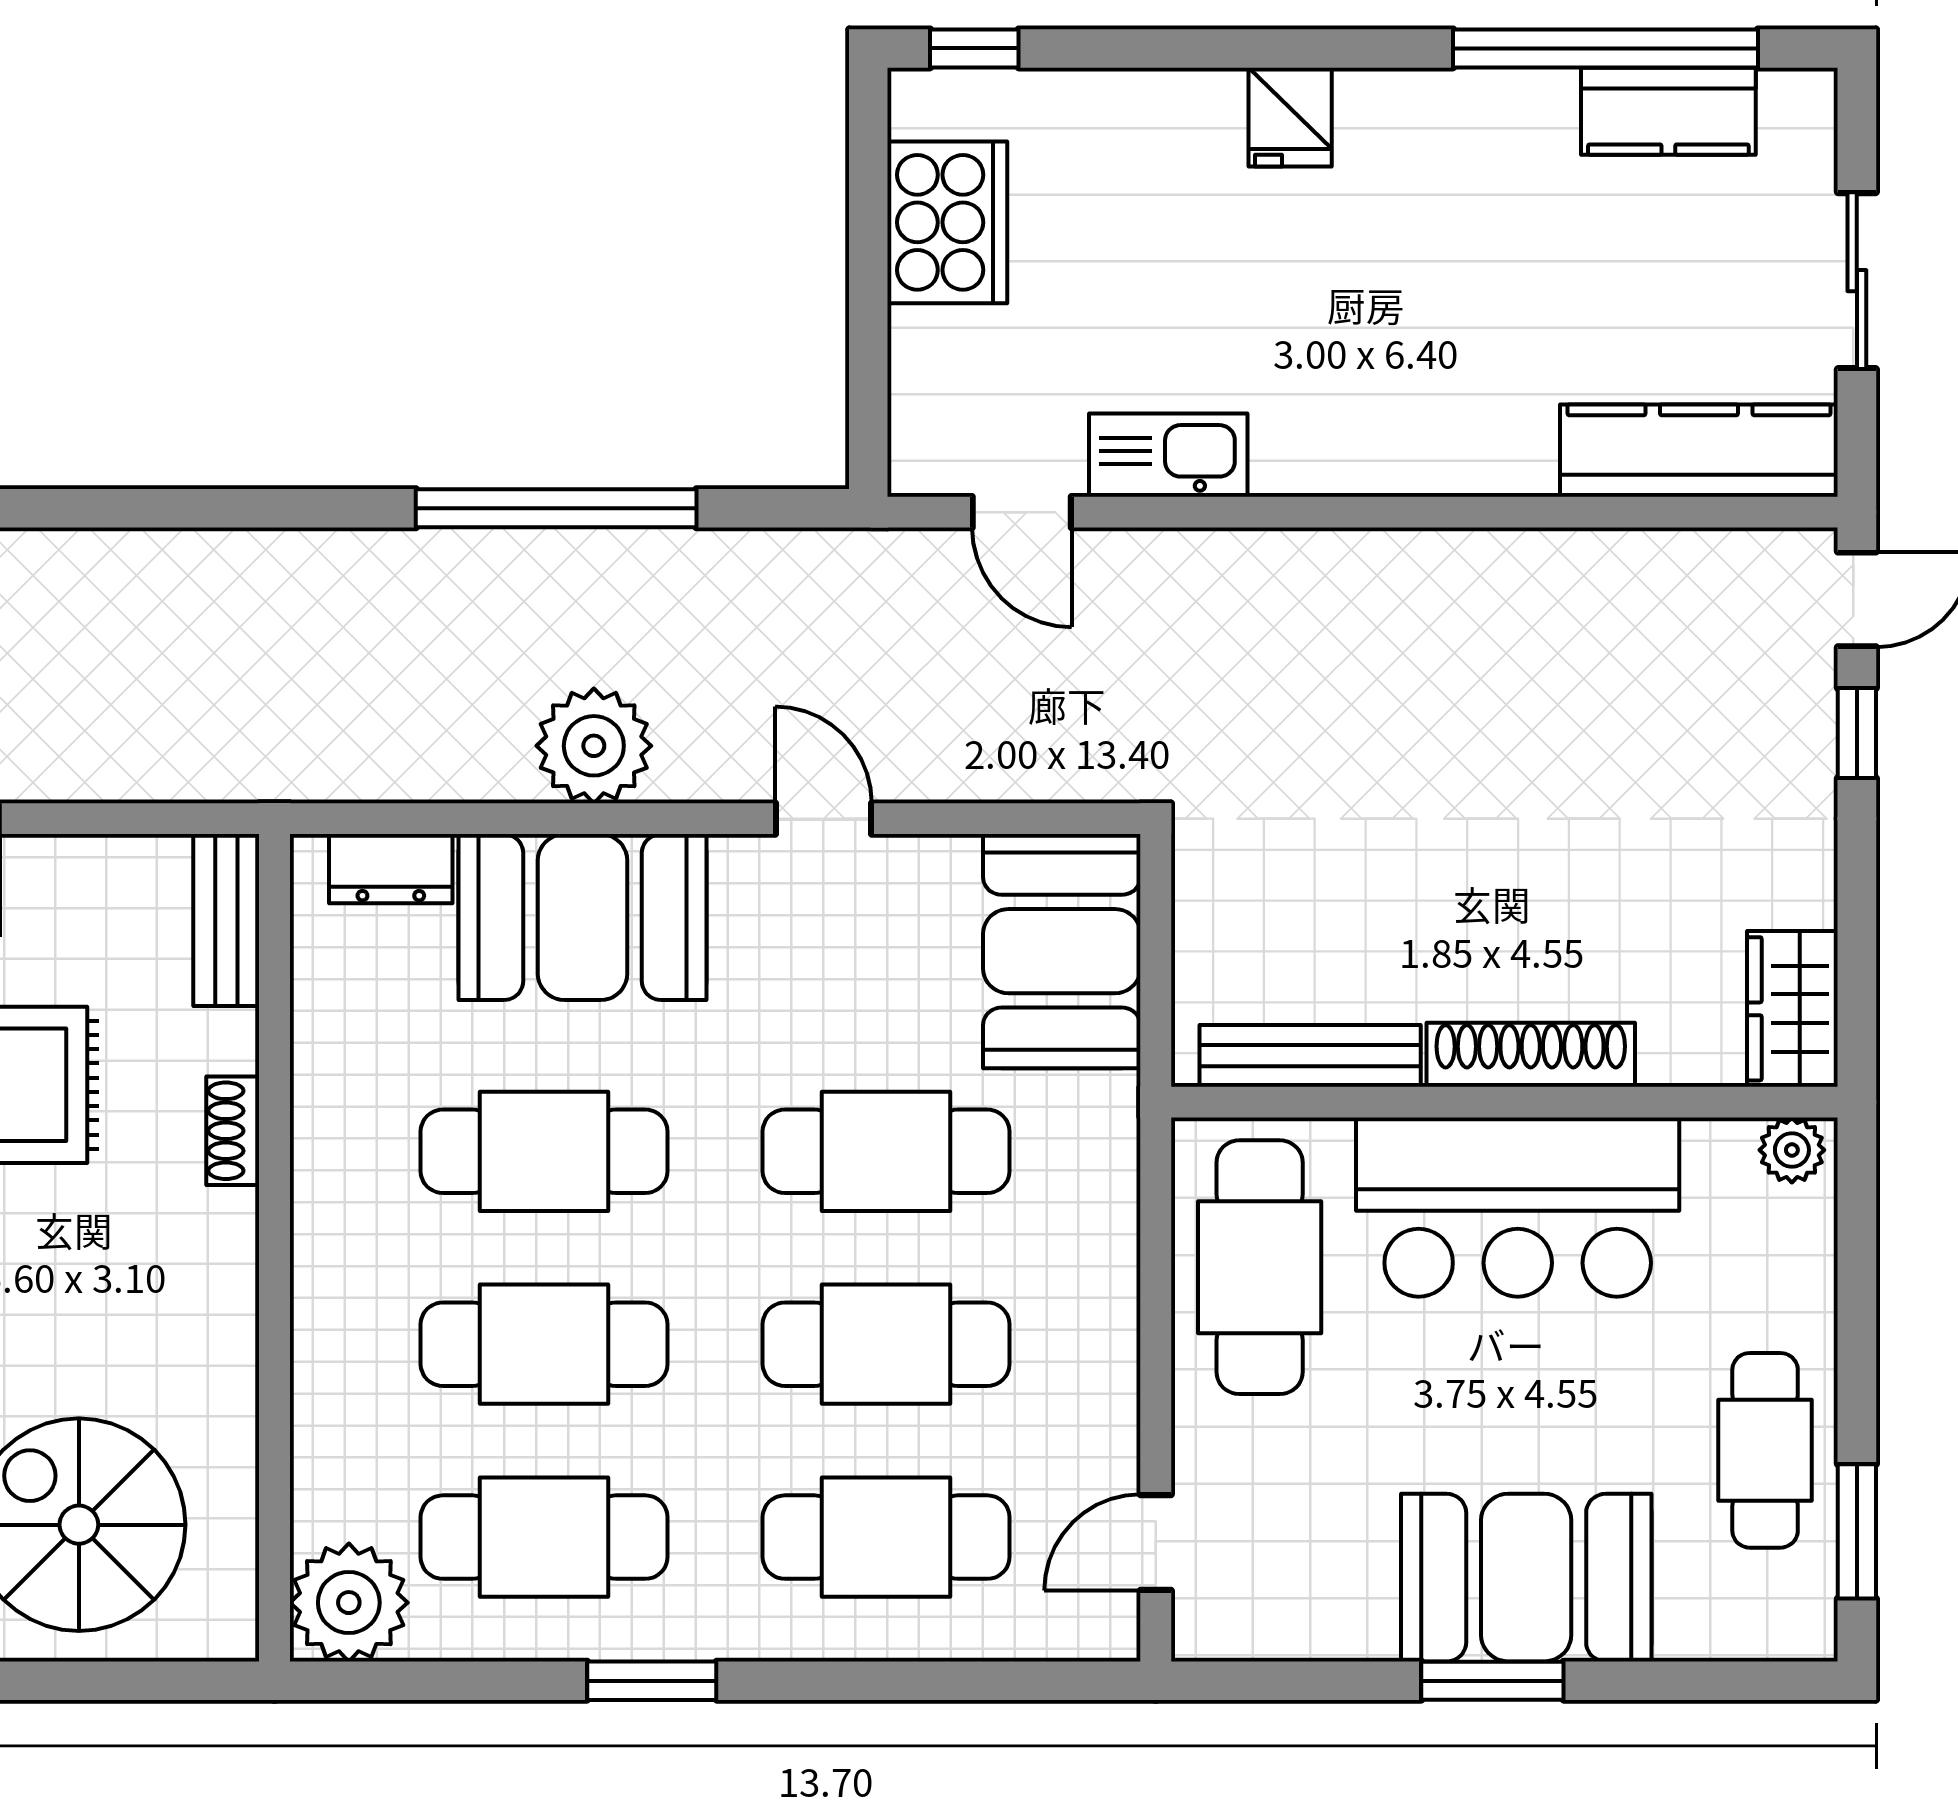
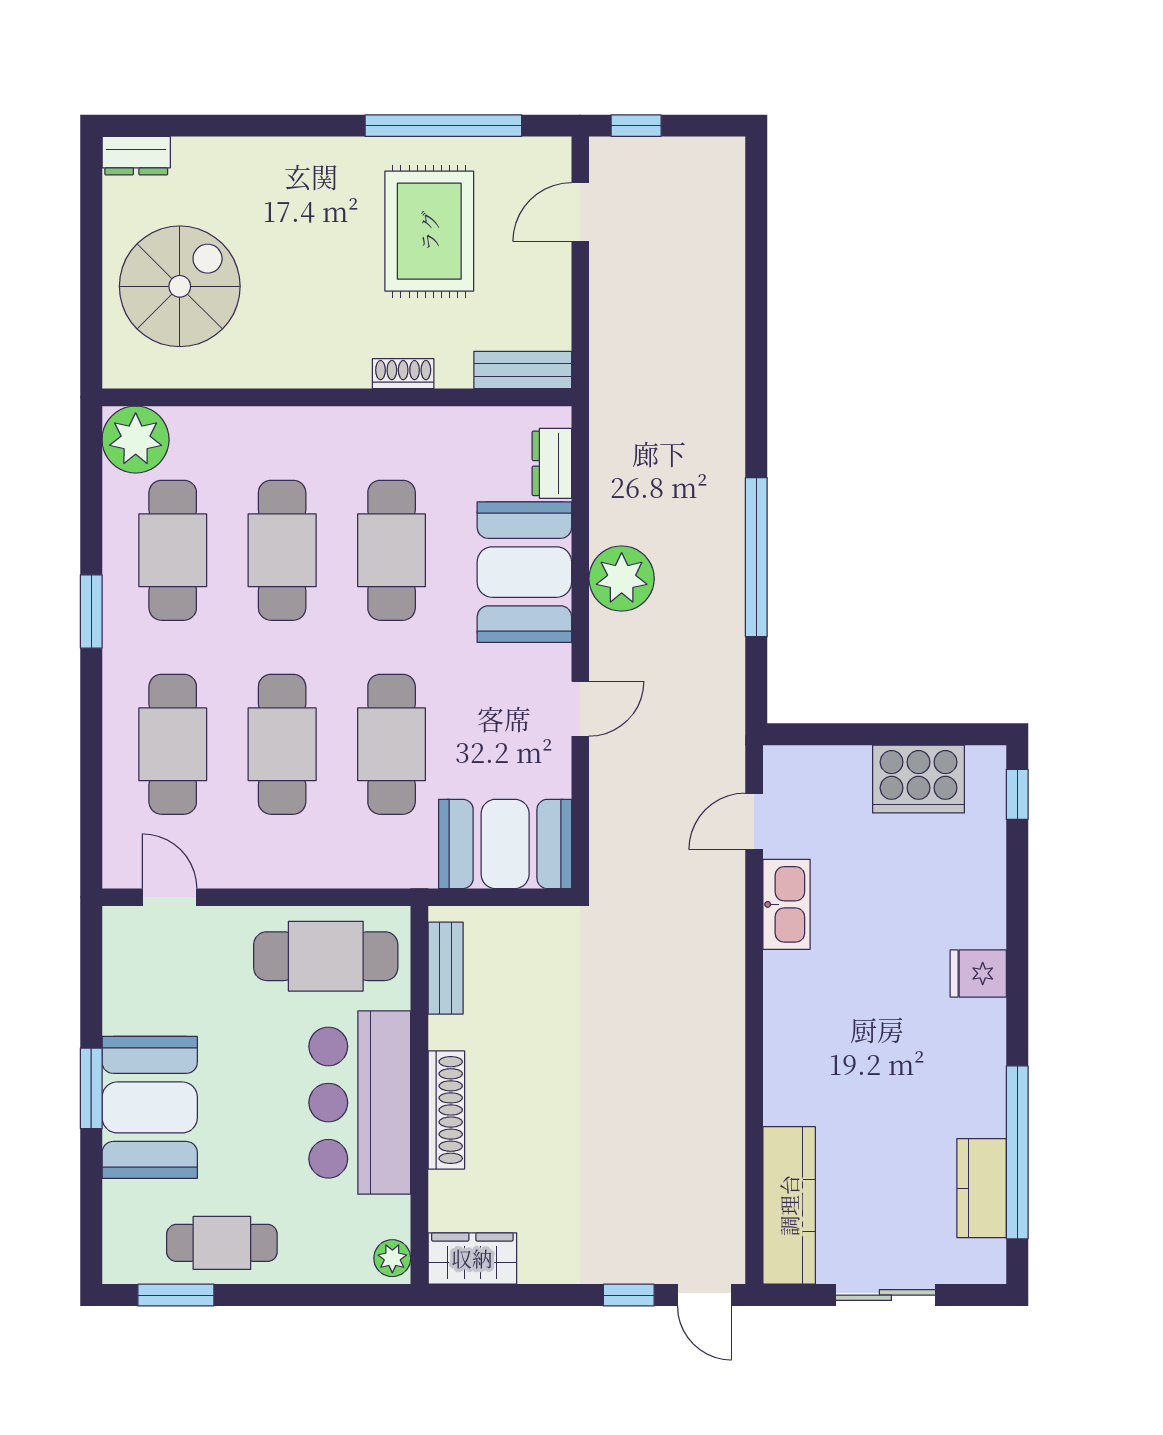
bench: (1310, 1056) -> (446, 968), width x0.73

